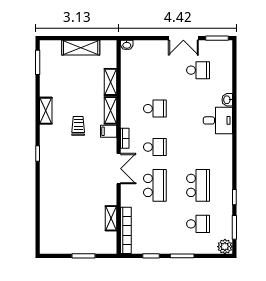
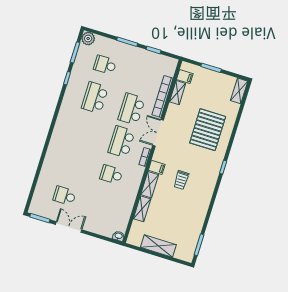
washbasin: (227, 100) -> (47, 163), removed
shelving: (46, 111) -> (239, 91), moved
desk: (218, 120) -> (61, 148), removed
school desk: (155, 147) -> (121, 142), width x1.85
pallet: (67, 188) -> (208, 130), added
bookcase: (126, 230) -> (162, 96), moved
filing cabinet: (109, 238) -> (185, 77), added

